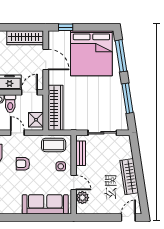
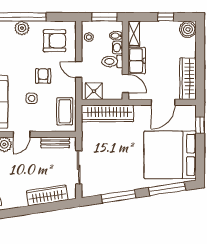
door: (17, 133) -> (79, 70), swing flipped
side table: (61, 166) -> (32, 98), moved
wardrobe: (129, 177) -> (47, 195), moved

